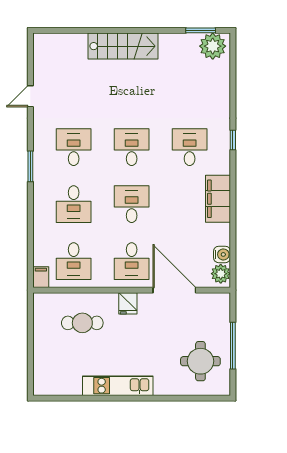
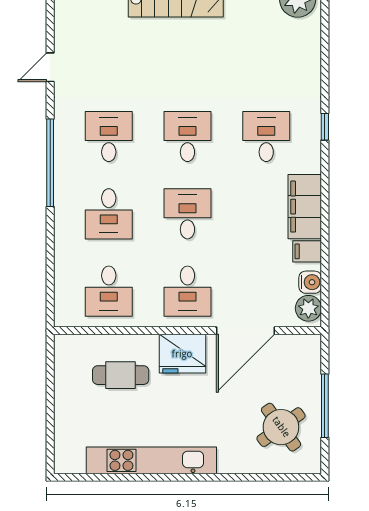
window: (30, 166) -> (50, 163), width x2.11
filing cabinet: (41, 277) -> (307, 251), moved, turned -90
door: (174, 290) -> (246, 331), swing flipped
fridge: (128, 303) -> (182, 354), width x1.88, depth x1.34
round table: (200, 361) -> (281, 427), turned -36
kitchen unit: (118, 386) -> (151, 460), width x1.36

